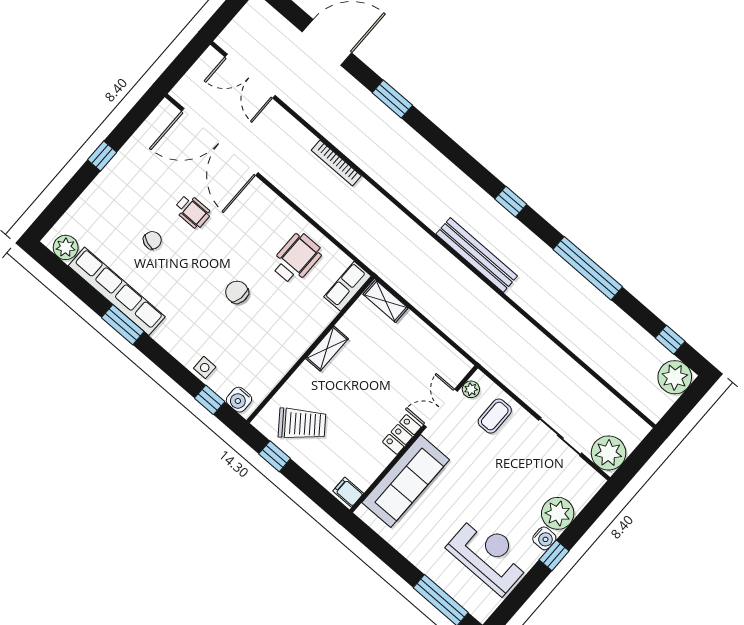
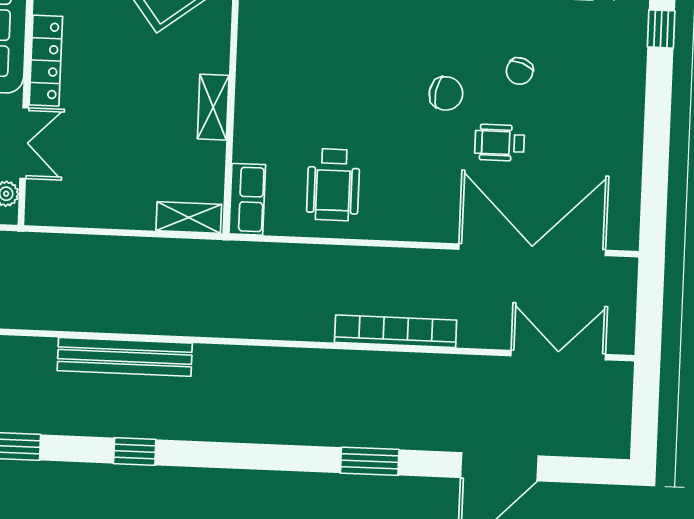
window: (102, 156) -> (661, 29), moved
bookcase: (336, 163) -> (396, 331), width x1.48, depth x1.31
chair: (237, 292) -> (446, 93), moved
locker: (402, 434) -> (46, 61), width x1.53

